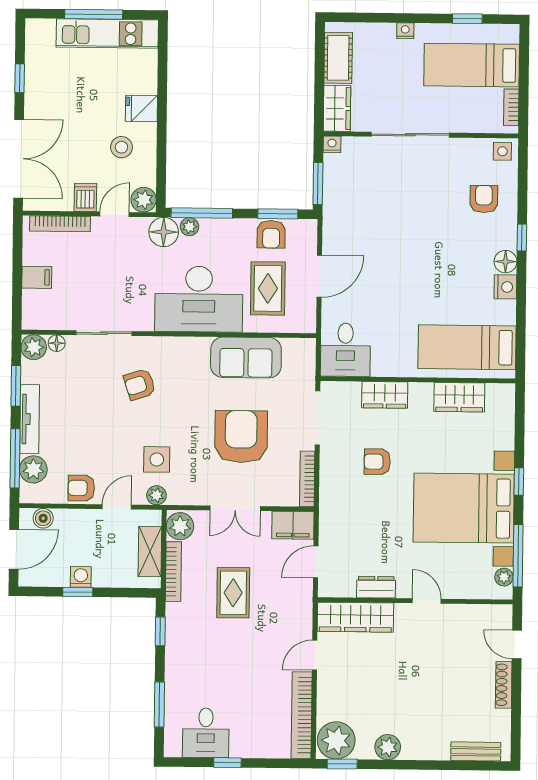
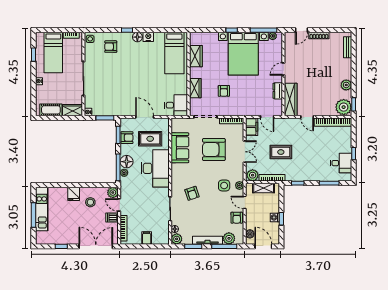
floor lamp: (164, 232) -> (127, 162), moved

